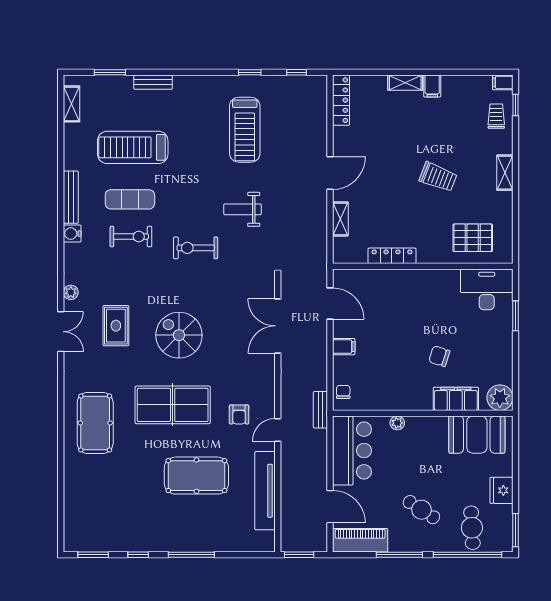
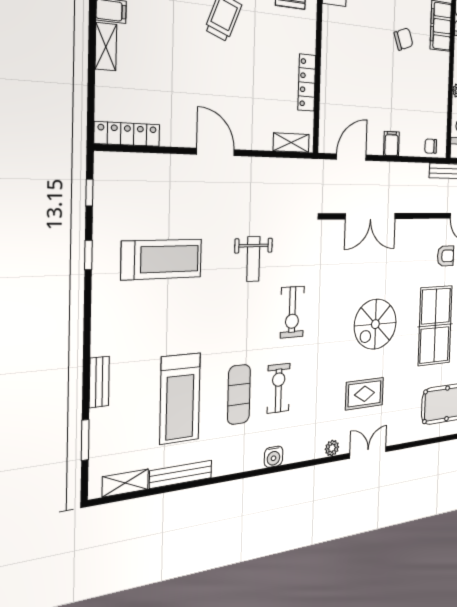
bench: (71, 197) -> (181, 474), moved
shelving: (340, 219) -> (291, 143), moved
chair: (439, 356) -> (404, 39), turned -129

